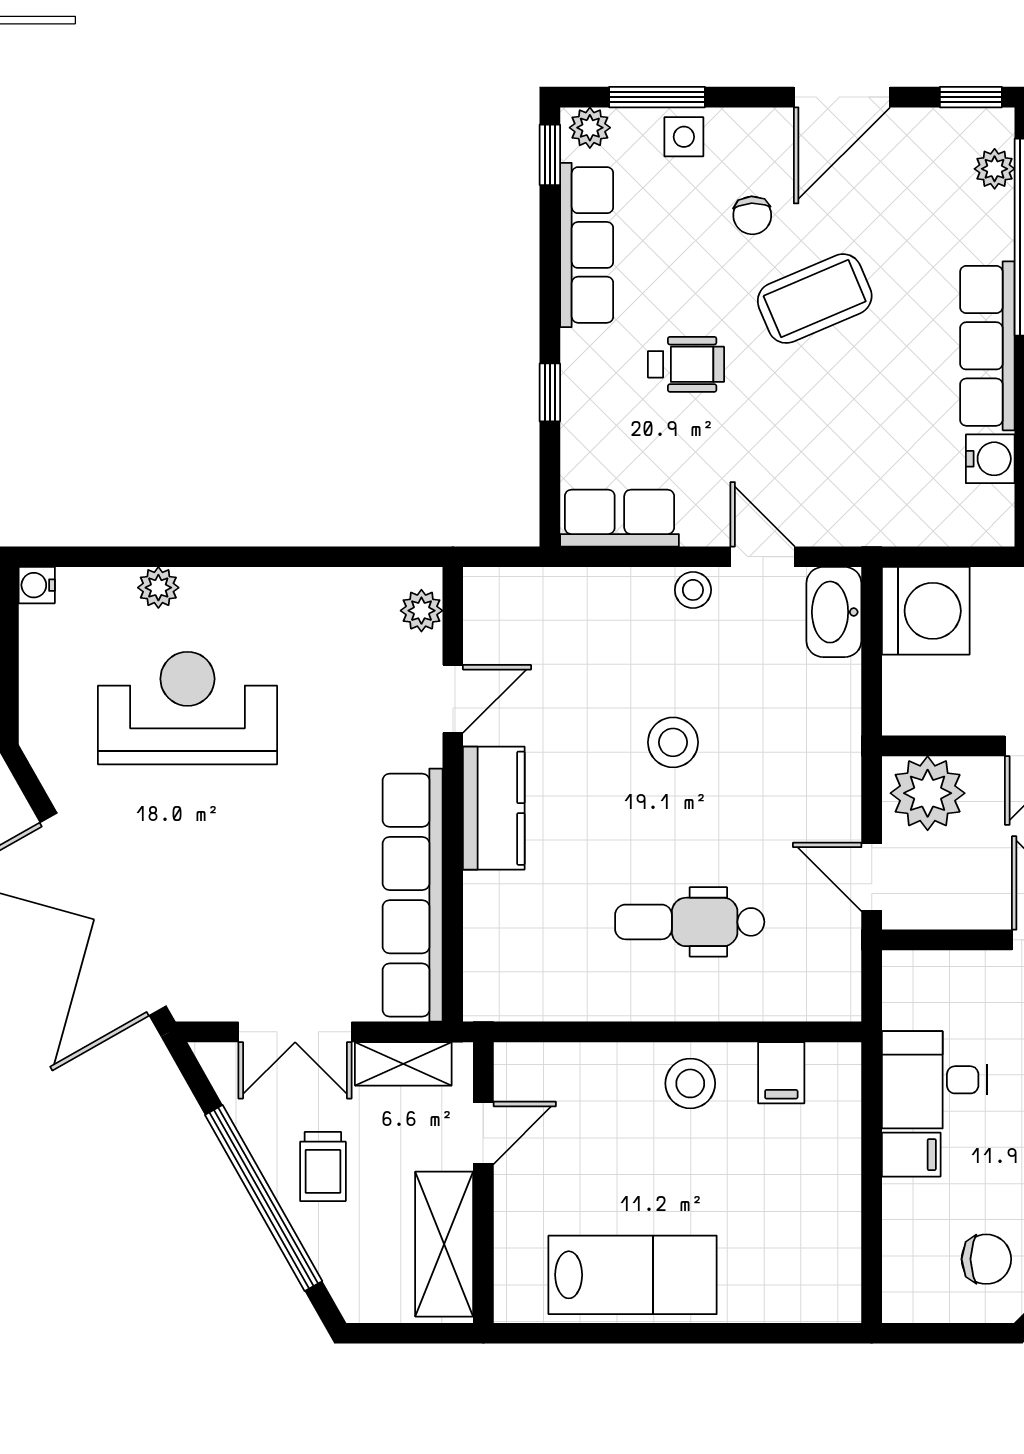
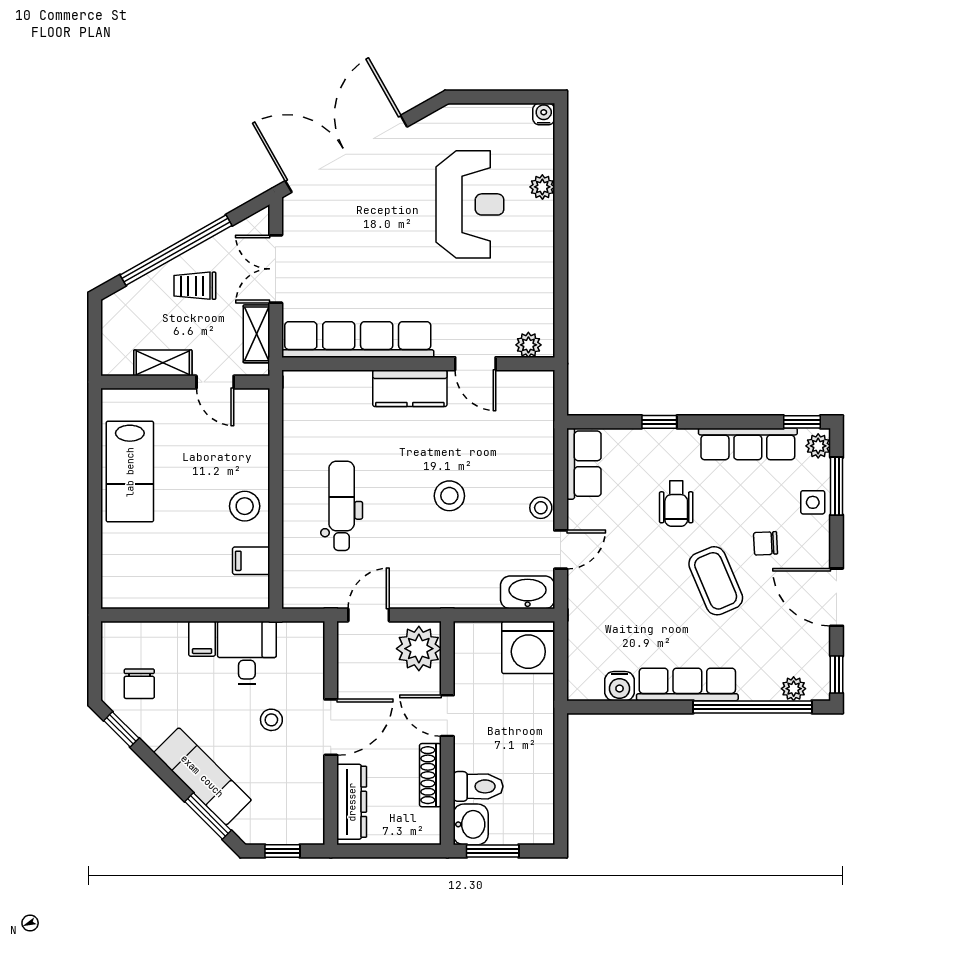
shelving: (444, 1244) -> (163, 363), width x0.67, depth x0.75

